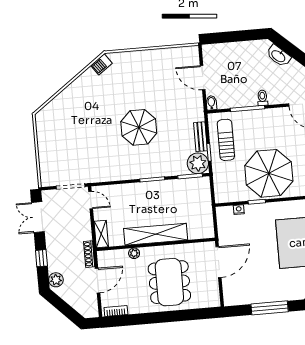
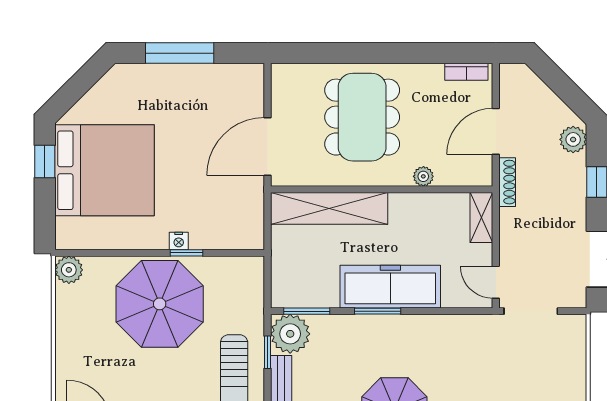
freezer: (147, 193) -> (390, 287), added
nightstand: (239, 210) -> (179, 241), moved
shelving: (156, 234) -> (329, 208), moved

